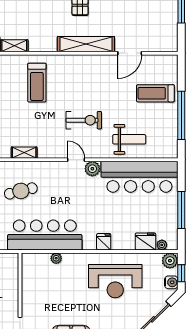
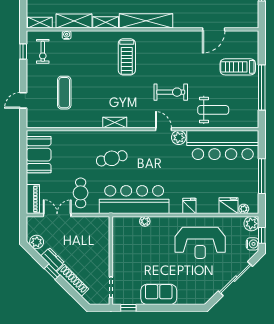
shelving: (86, 44) -> (146, 21), moved

